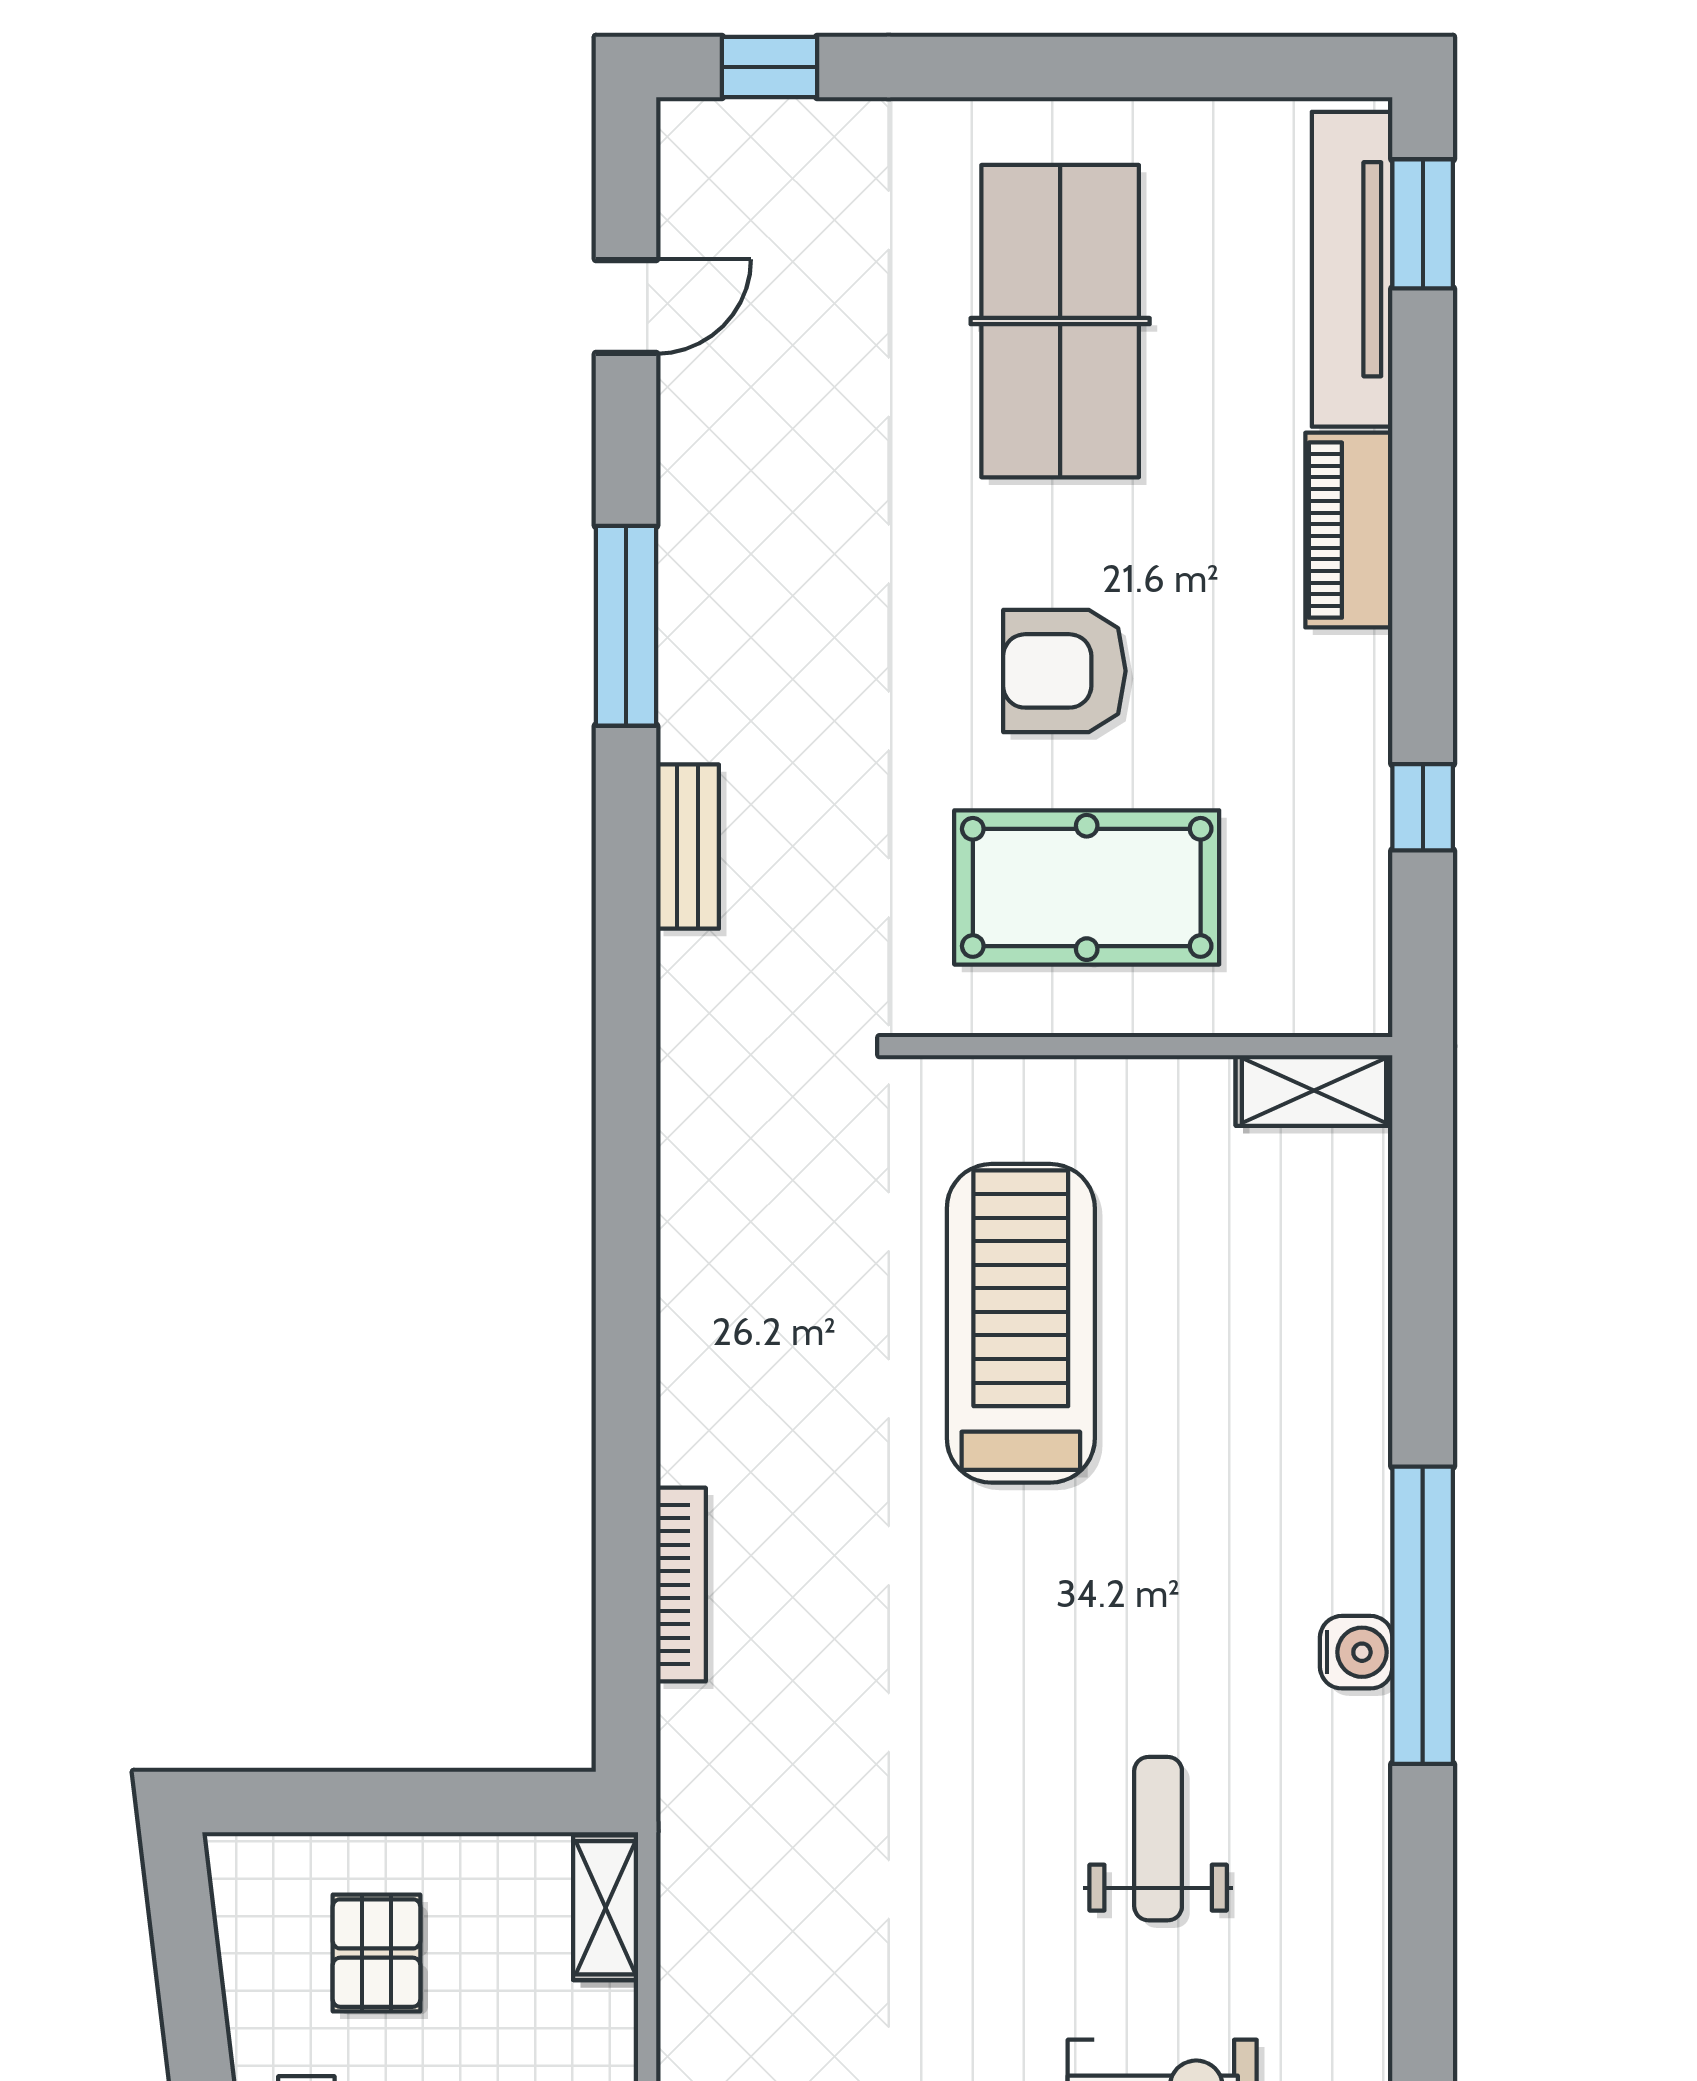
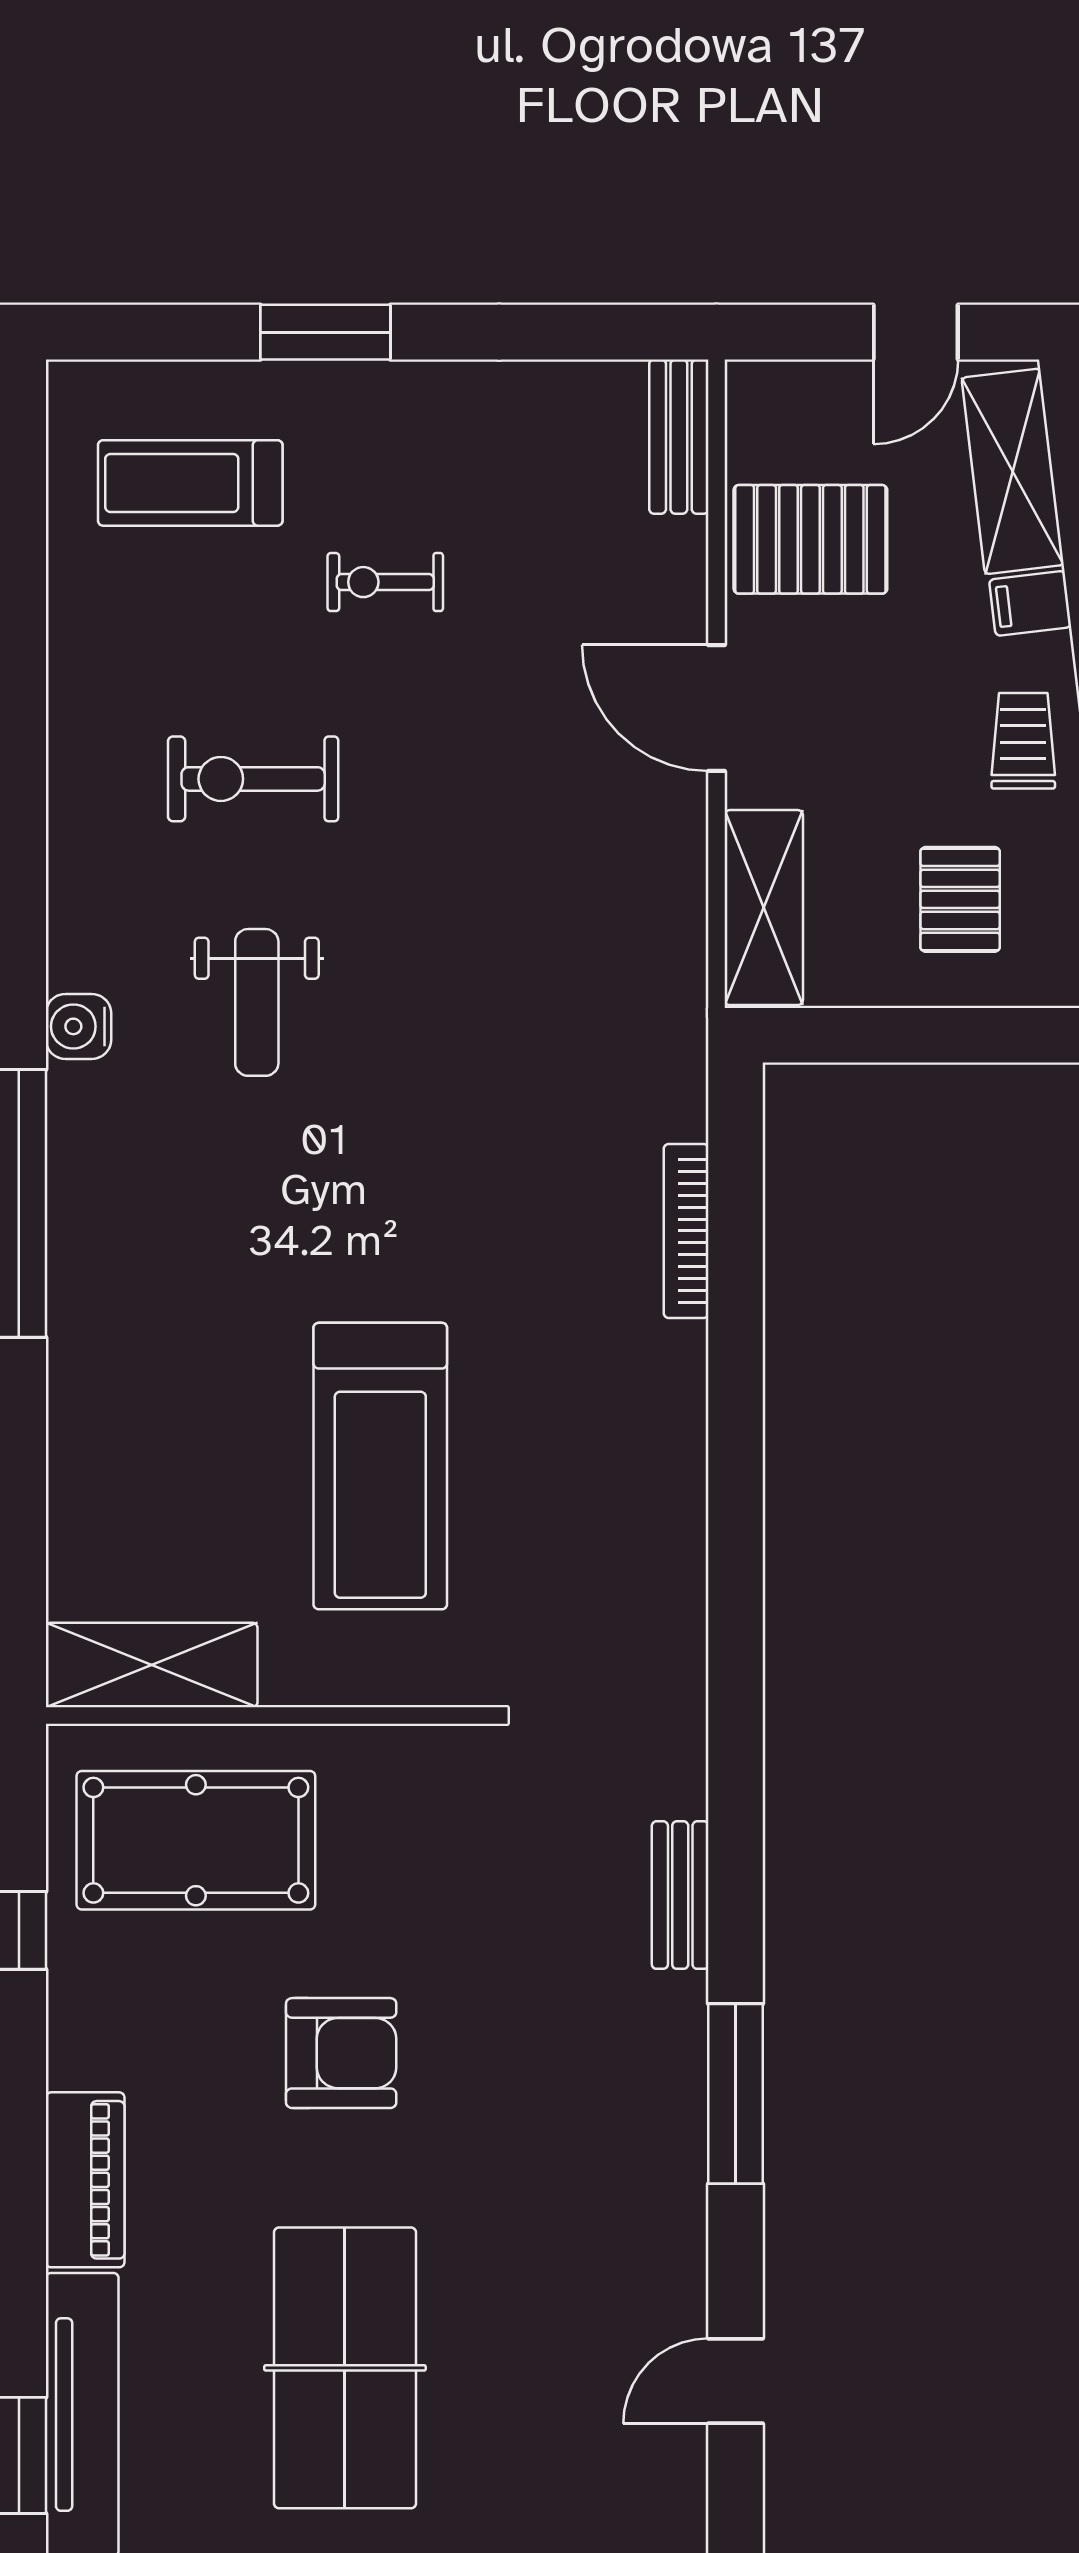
pool table: (1087, 887) -> (196, 1840), moved
shelving: (1314, 1091) -> (152, 1665), width x1.50, depth x1.33
water cooler: (1356, 1652) -> (79, 1026), moved
shelving: (606, 1908) -> (764, 908), width x1.50, depth x1.33

